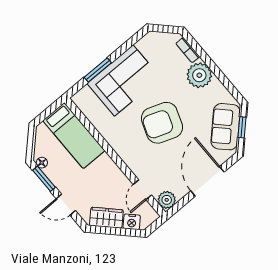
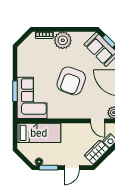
corner sofa: (124, 80) -> (32, 98), moved

